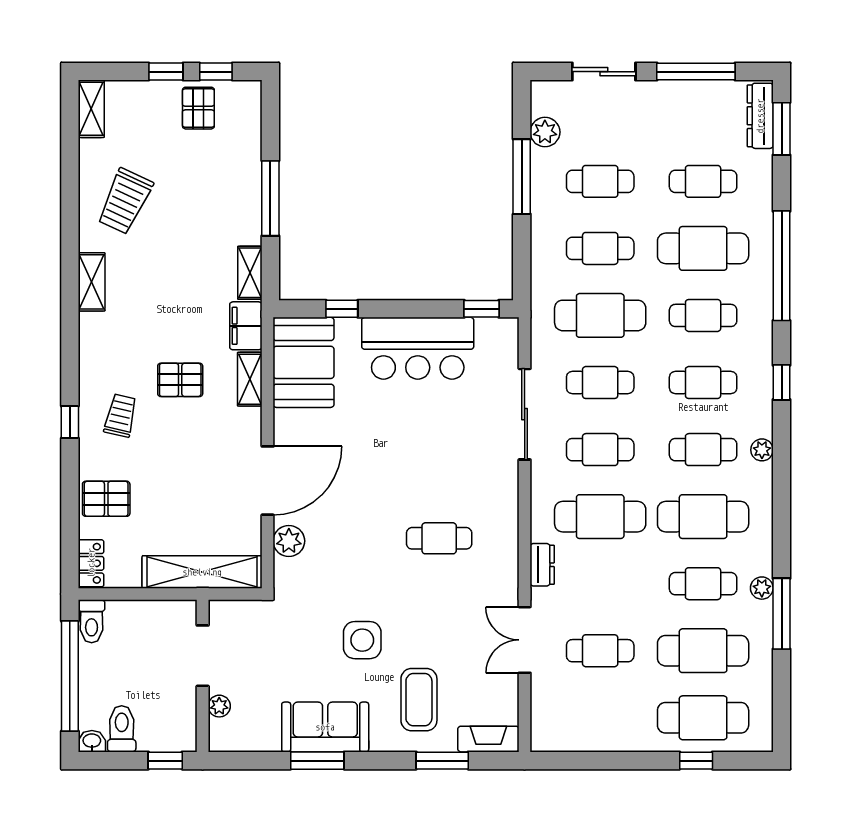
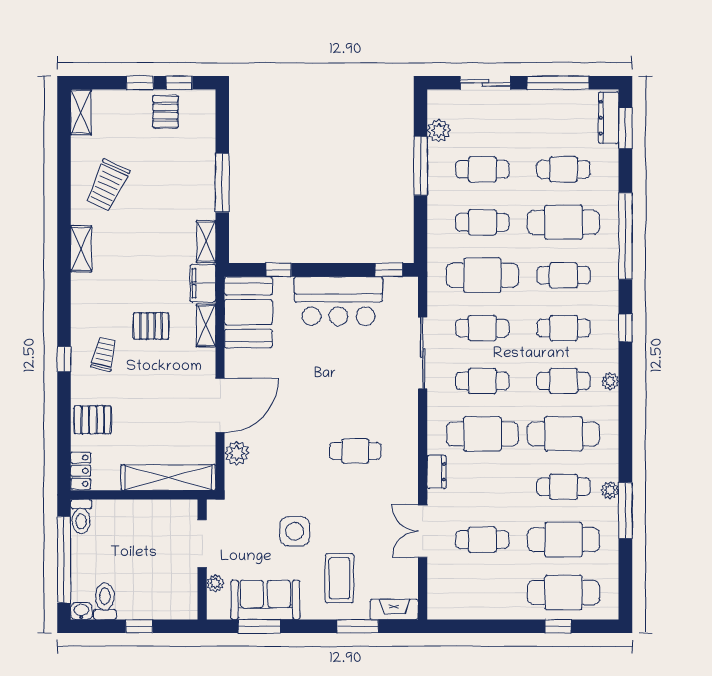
doorway: (203, 656) -> (202, 544), moved
wall: (203, 676) -> (202, 559), moved
plant: (219, 706) -> (215, 583), moved

